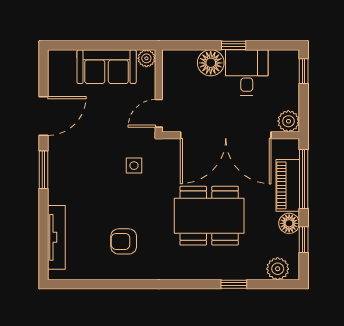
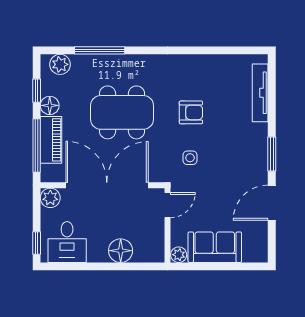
window: (234, 45) -> (100, 266), removed
desk: (247, 72) -> (67, 242), moved
armchair: (124, 241) -> (191, 112), moved
window: (234, 284) -> (100, 50), width x2.17

